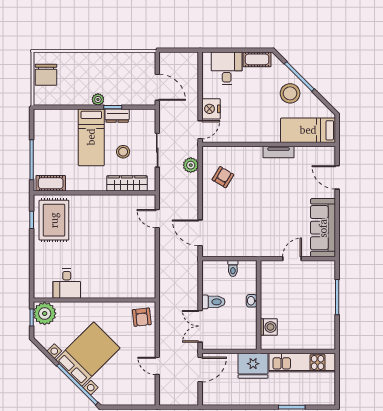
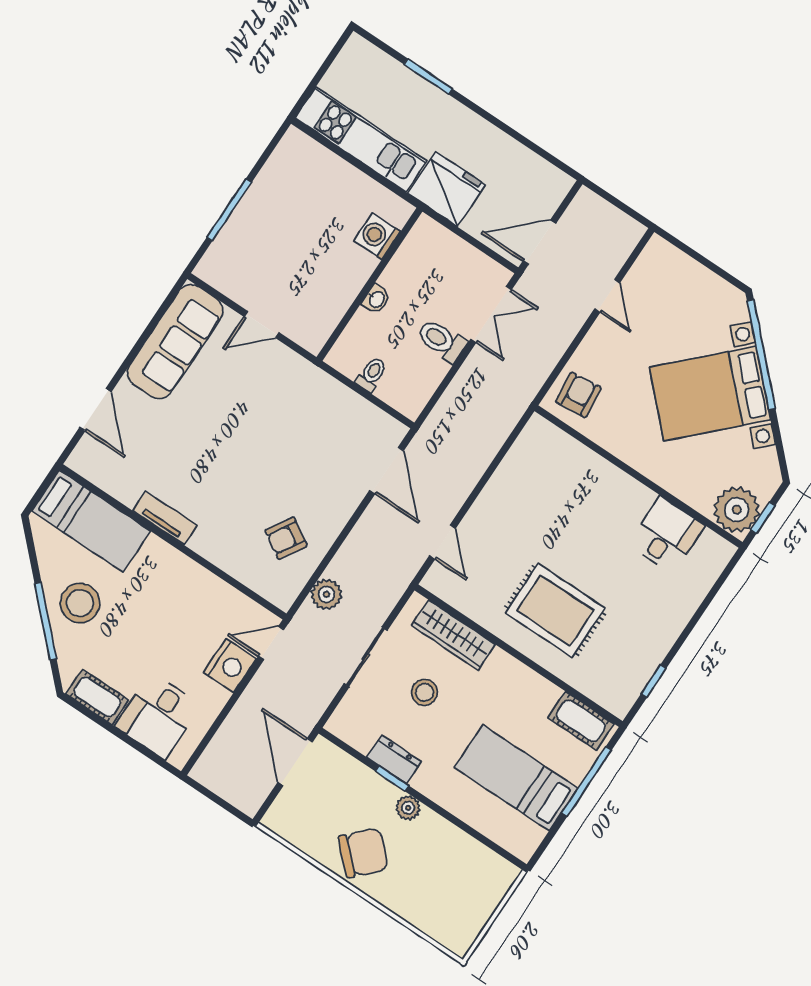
chair: (46, 75) -> (363, 853), moved, turned 44
bed: (91, 137) -> (516, 778), moved, turned -90
rug: (54, 220) -> (555, 610), moved, turned 90

